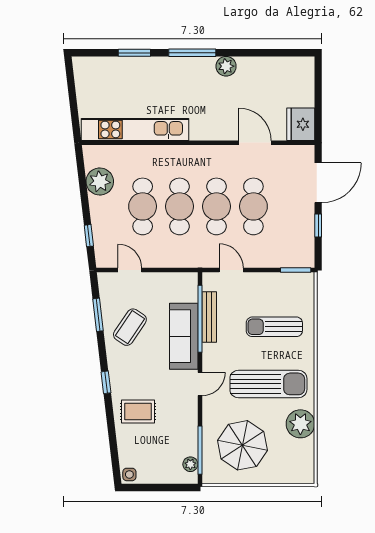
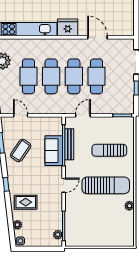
fridge: (301, 124) -> (68, 27), moved, turned 90
door: (231, 270) -> (83, 115), hinge flipped
sofa: (184, 336) -> (54, 151), width x0.73
plant: (300, 424) -> (129, 206), width x0.53, depth x0.53
parasol: (242, 445) -> (90, 223), removed
plant: (125, 448) -> (17, 225), added

